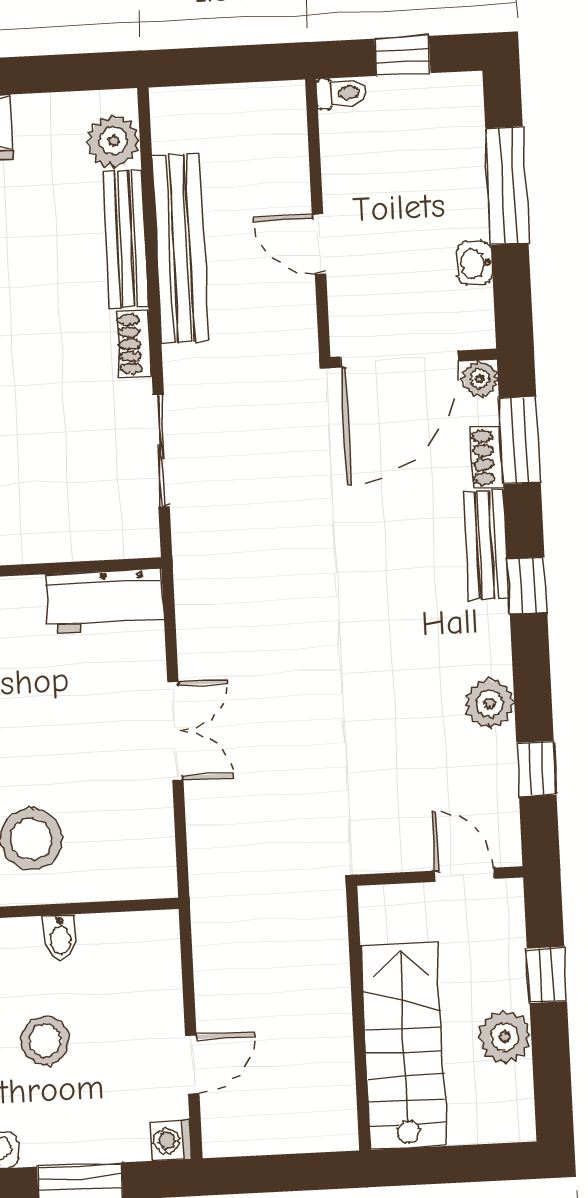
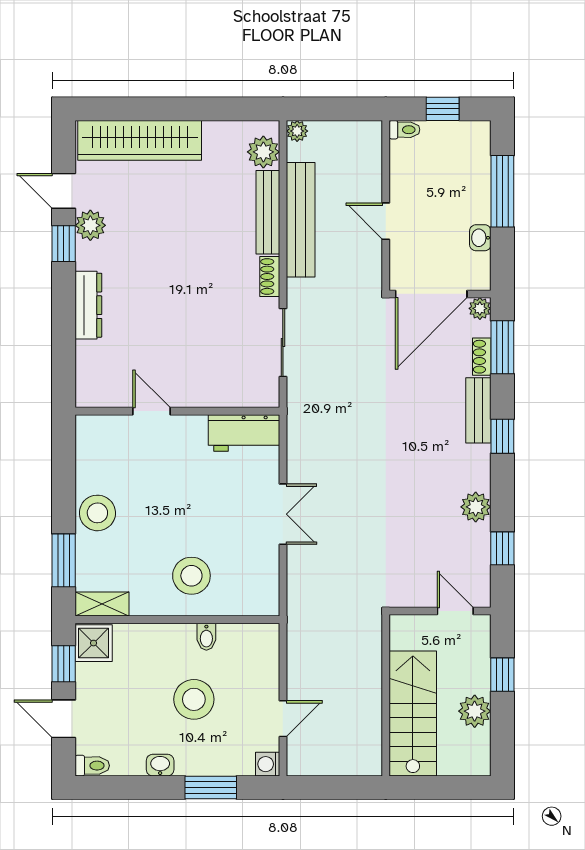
plant: (167, 104) -> (297, 131), added
stool: (45, 1041) -> (194, 699), width x1.38, depth x1.38

